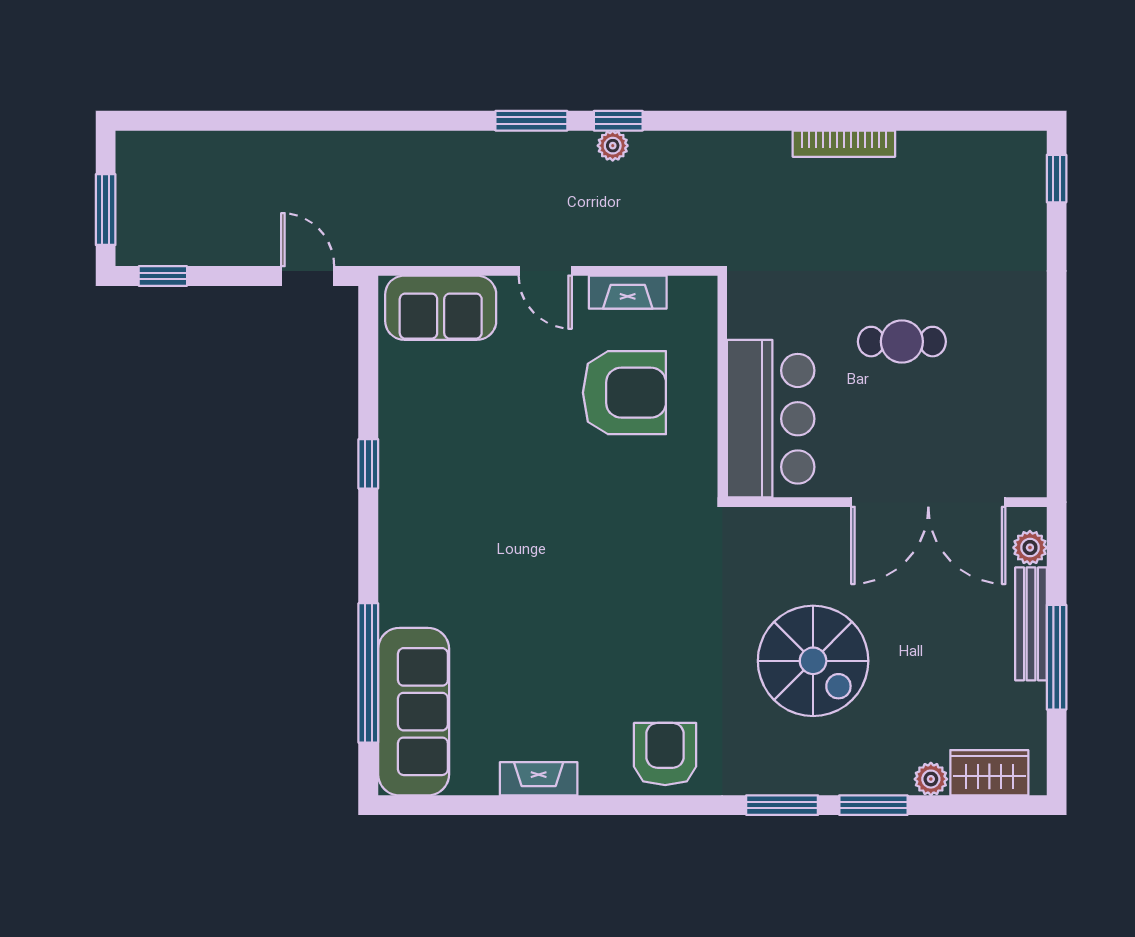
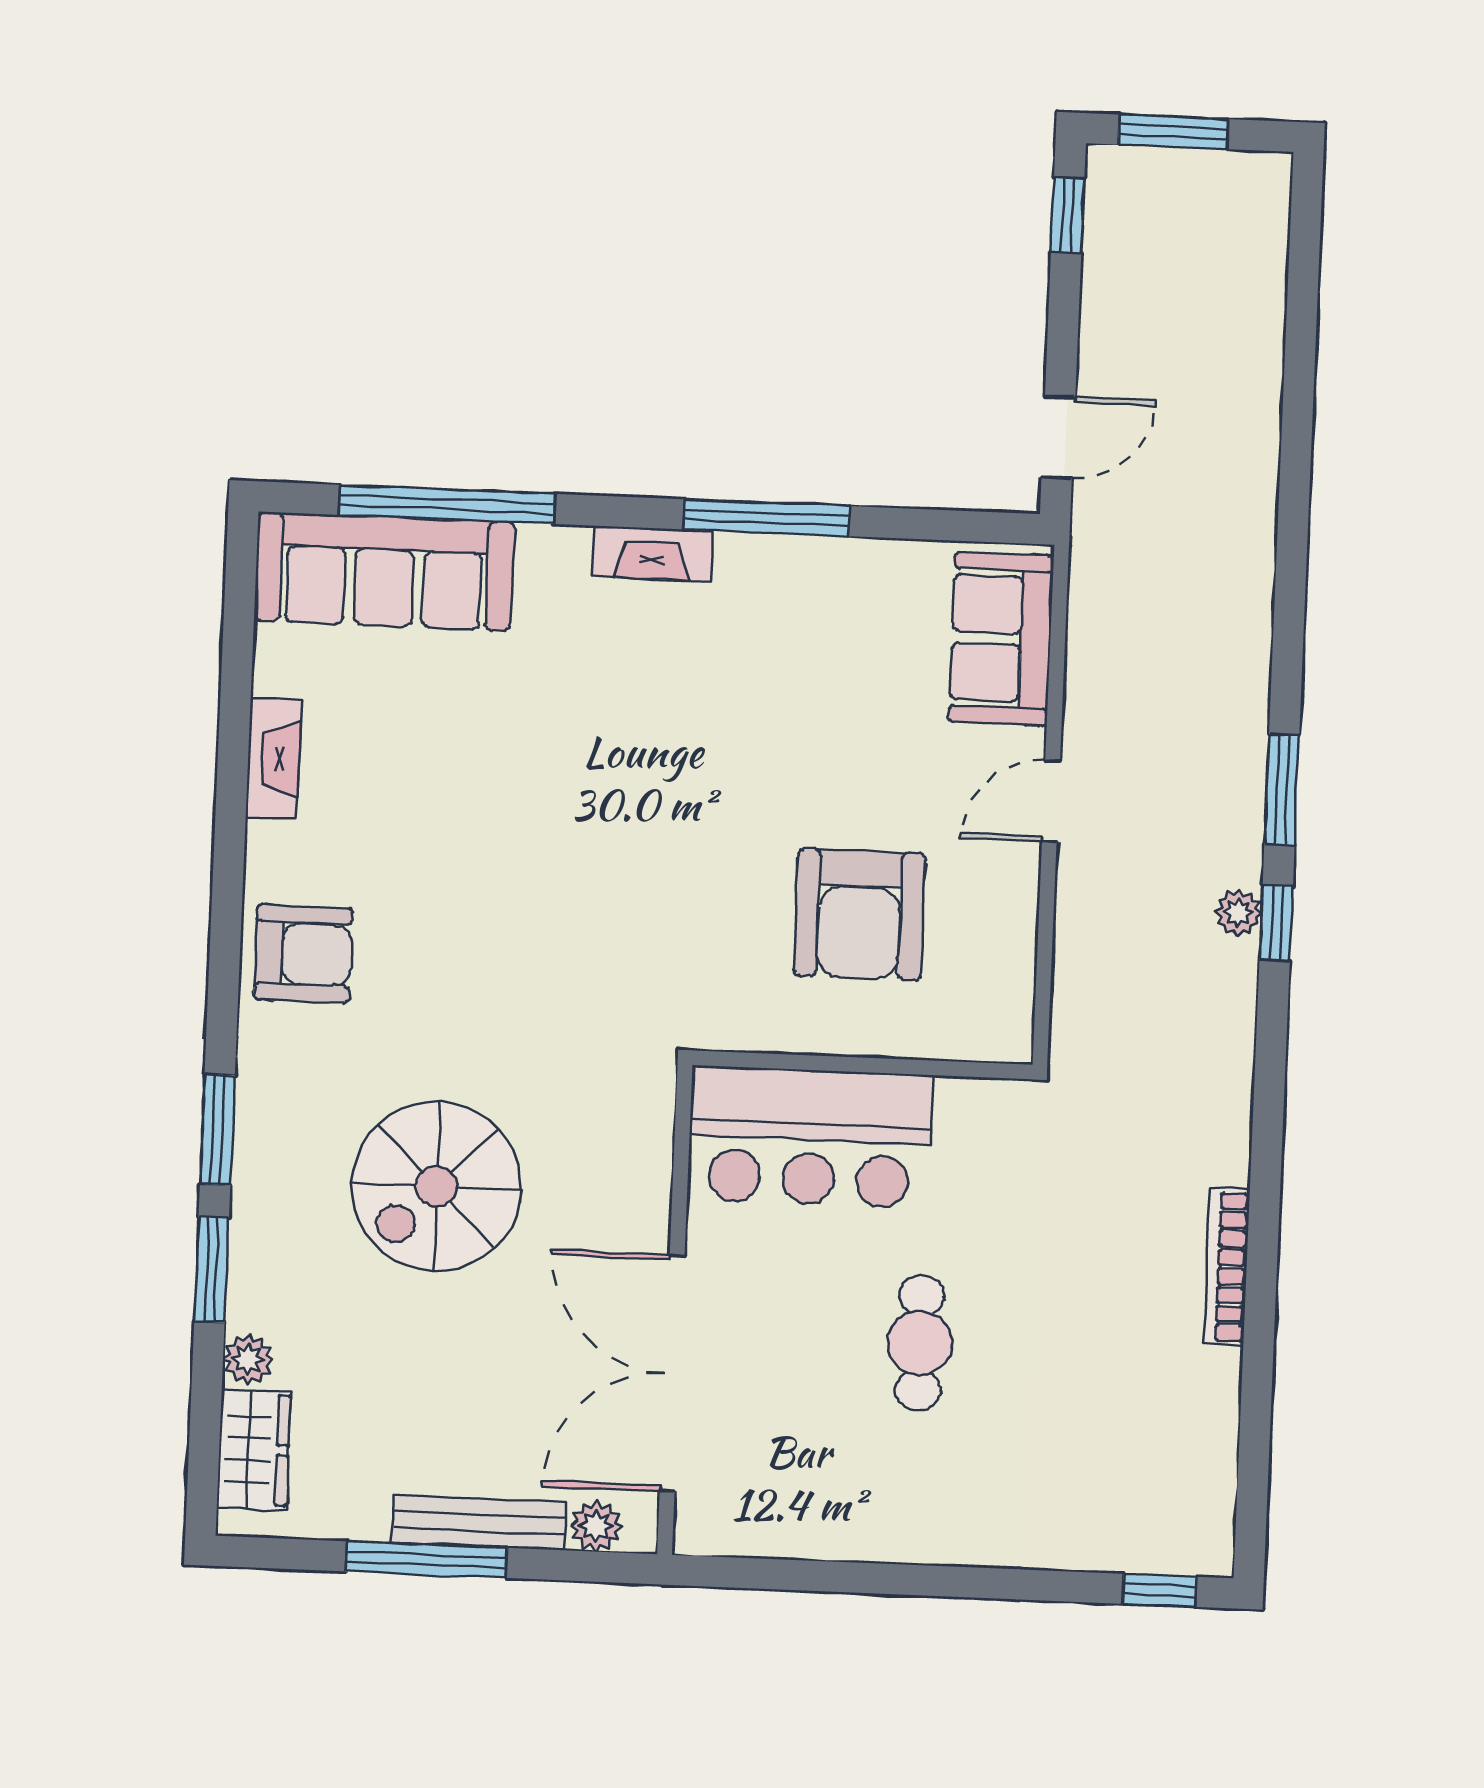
fireplace: (628, 292) -> (652, 553), moved, turned -90
window: (368, 464) -> (767, 518), width x2.17

